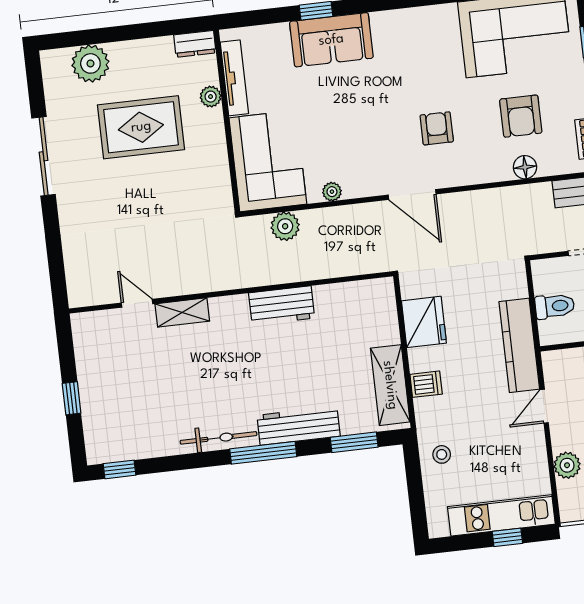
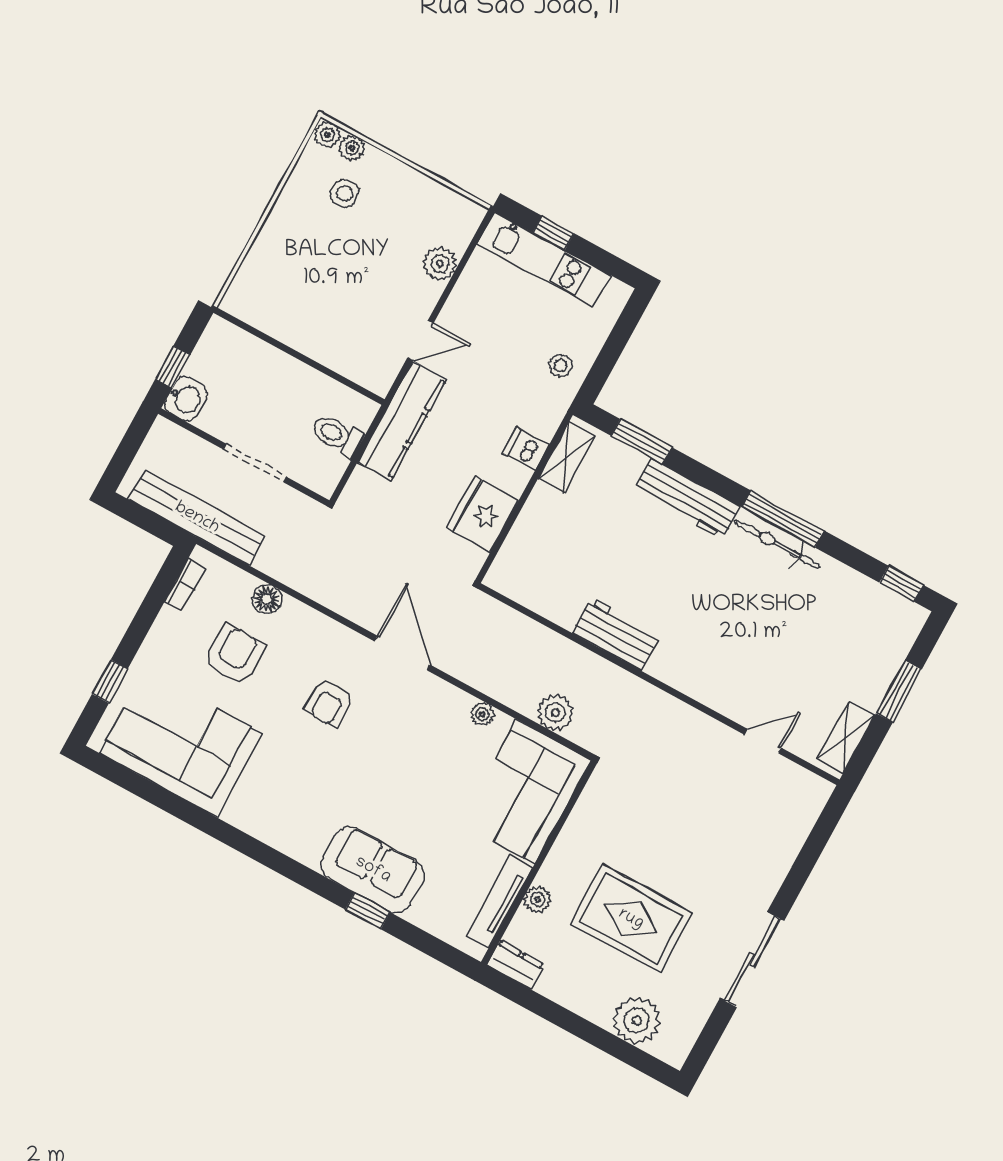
door: (137, 303) -> (763, 741), swing flipped
shelving: (182, 312) -> (846, 737), moved, turned 90
shelving: (390, 385) -> (566, 457), width x0.67, depth x0.75
window: (72, 398) -> (899, 691), width x1.50
window: (263, 453) -> (783, 519), moved

